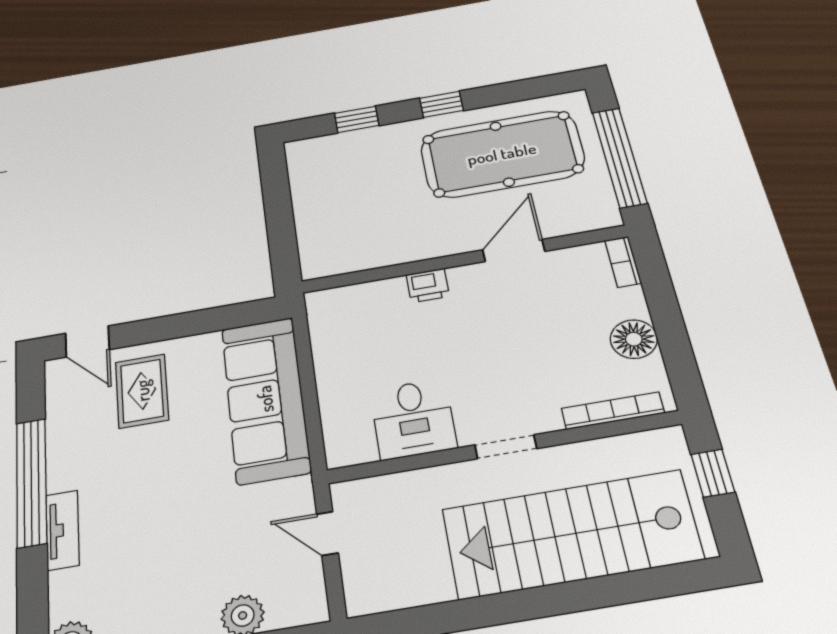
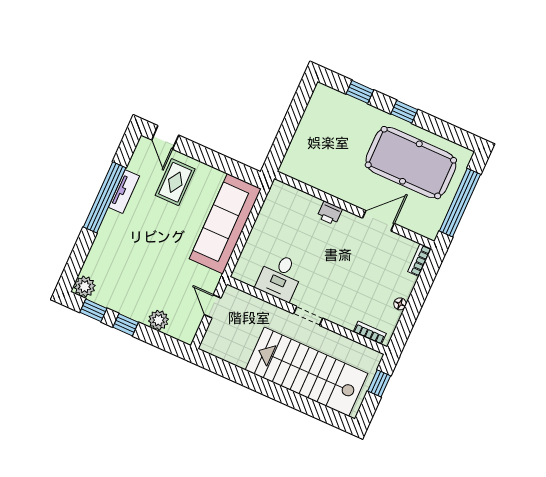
floor lamp: (634, 339) -> (400, 304), width x0.53, depth x0.53
bookcase: (613, 411) -> (370, 333), width x0.64
tv unit: (62, 530) -> (124, 192), moved

